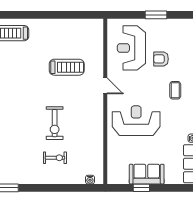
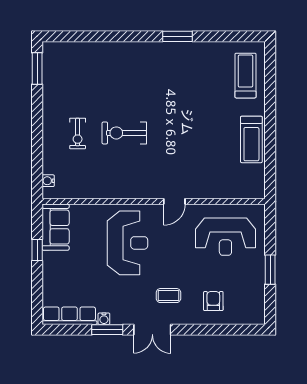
reception desk: (131, 48) -> (225, 237), turned 180
armchair: (161, 59) -> (213, 301), moved
treadmill: (67, 67) -> (251, 139), moved
sofa: (147, 174) -> (56, 227), moved

